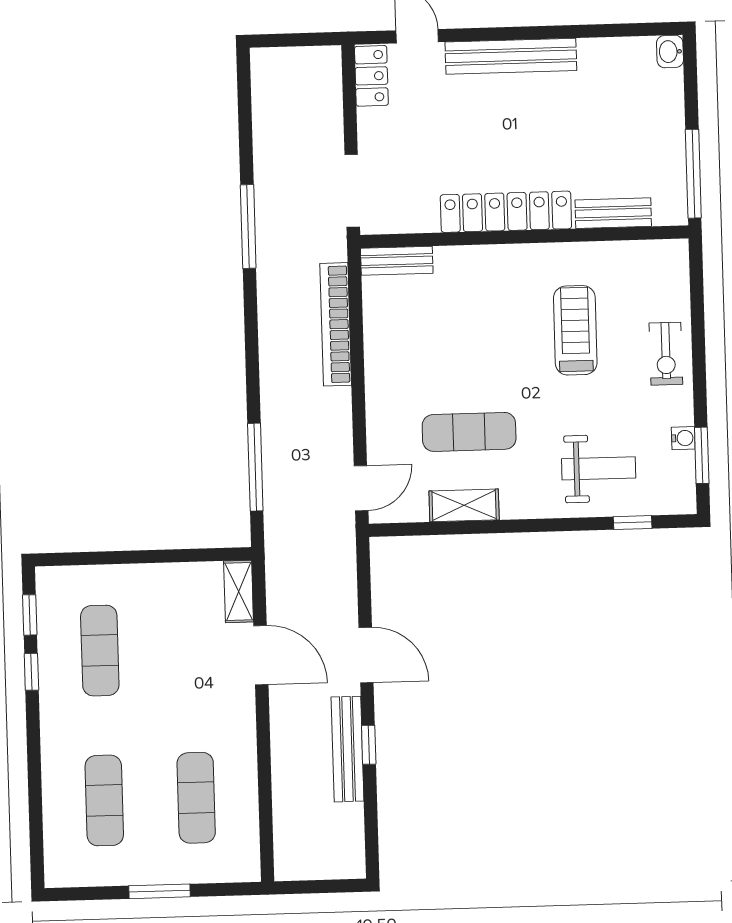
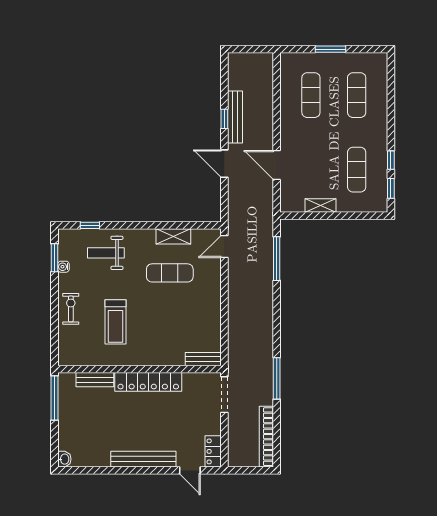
bookcase: (336, 324) -> (266, 437), moved, turned 180
shelving: (239, 591) -> (321, 205), moved, turned 90

